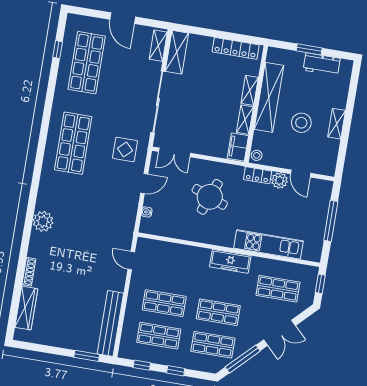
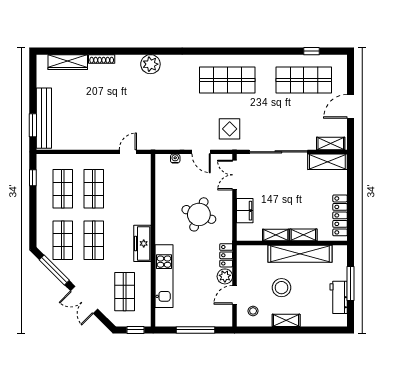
window: (309, 49) -> (350, 284), width x1.44
filing cabinet: (238, 147) -> (245, 211), moved, turned 90
stool: (257, 155) -> (253, 311), moved
bench: (110, 323) -> (44, 118), moved, turned 90
window: (176, 371) -> (33, 210), removed

